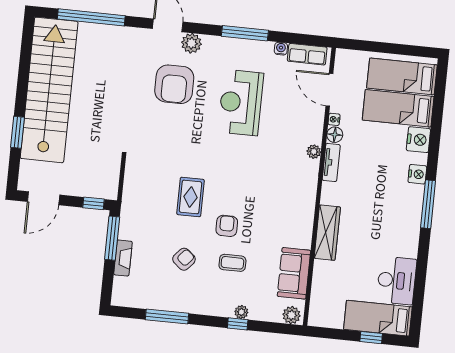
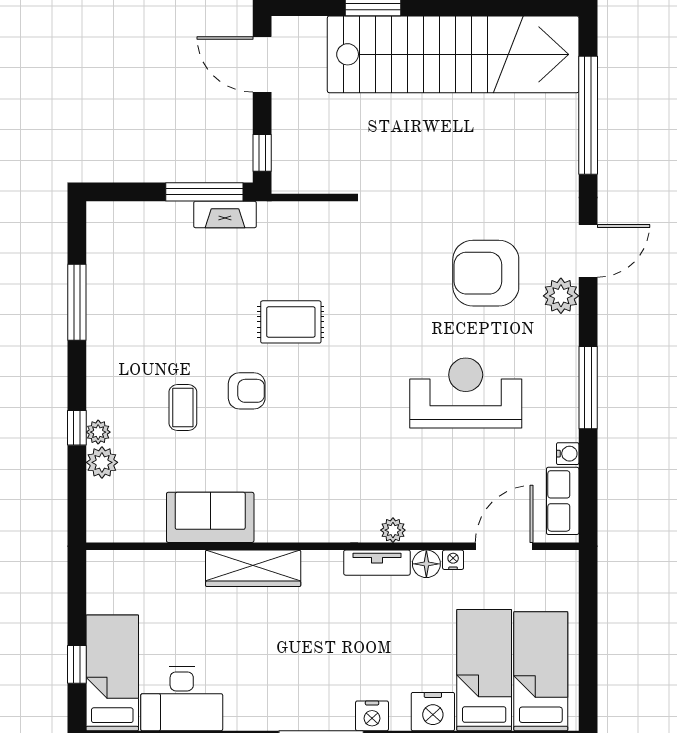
fireplace: (123, 258) -> (225, 214), moved
armchair: (184, 259) -> (181, 322), removed
sofa: (294, 273) -> (210, 517), moved
plant: (291, 315) -> (102, 462), moved

